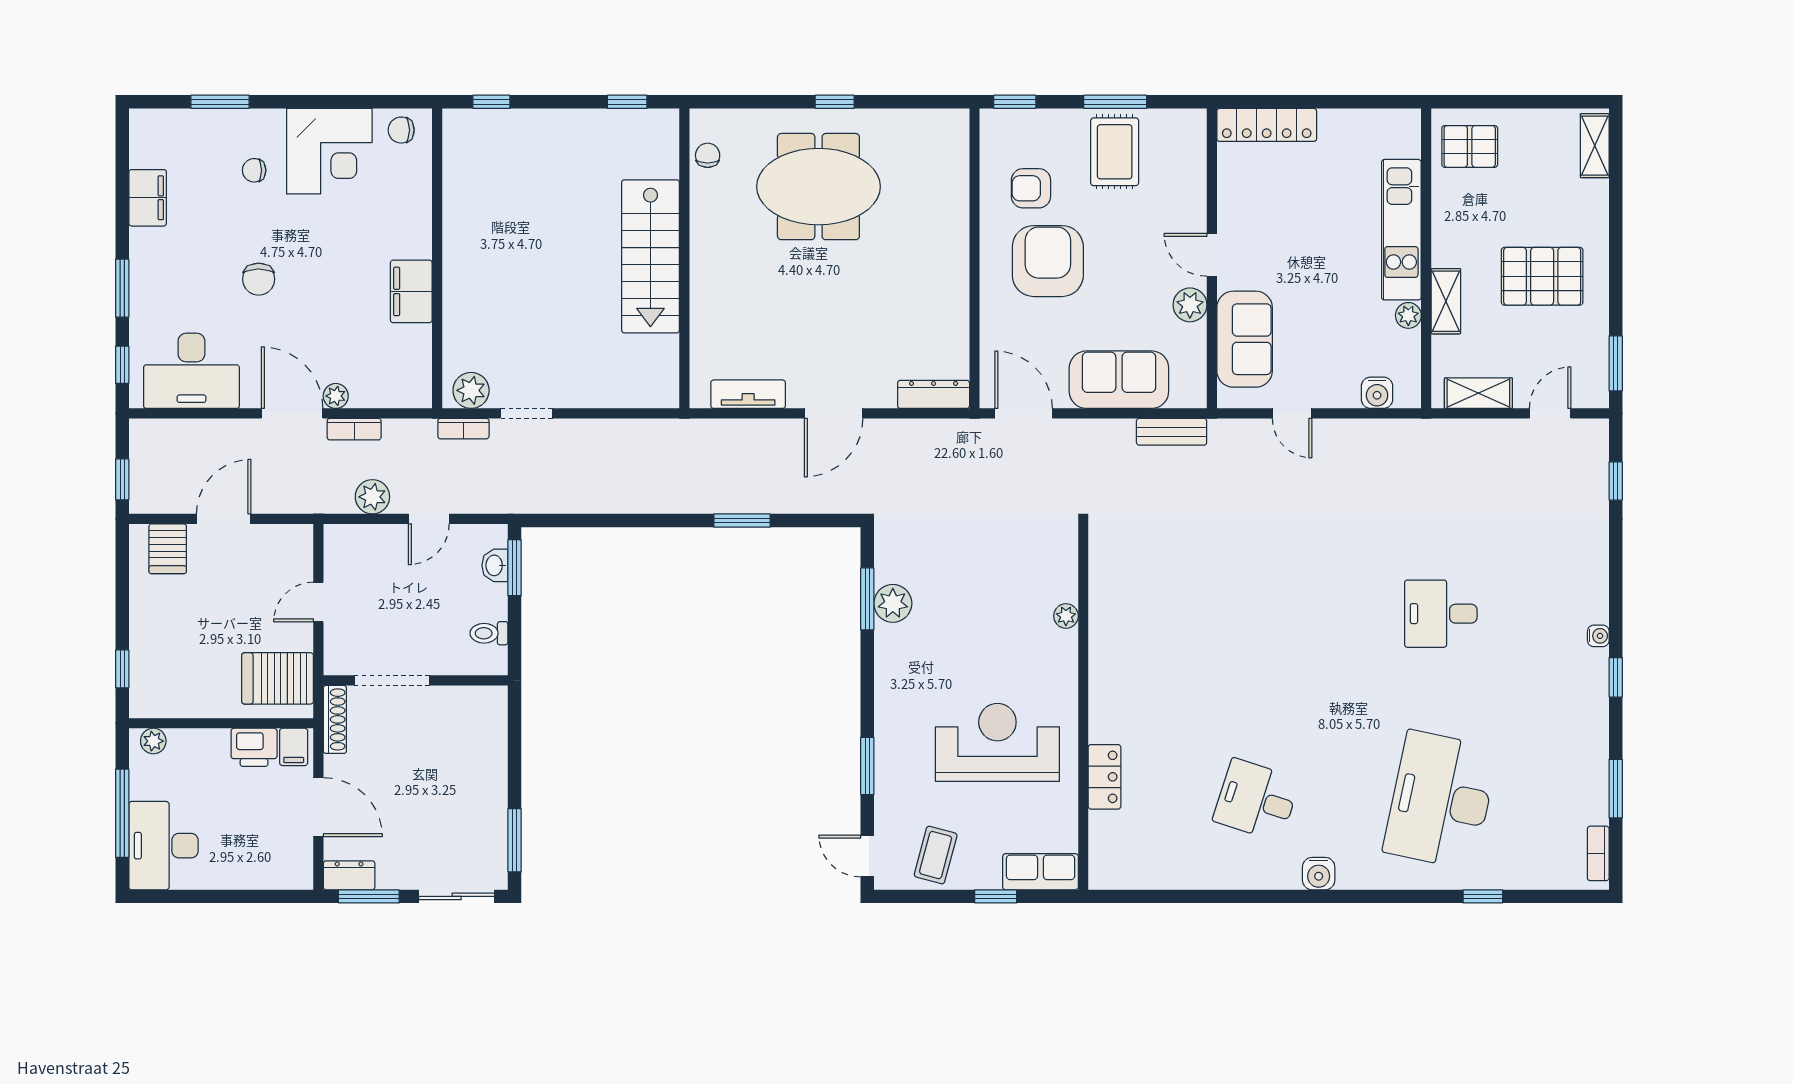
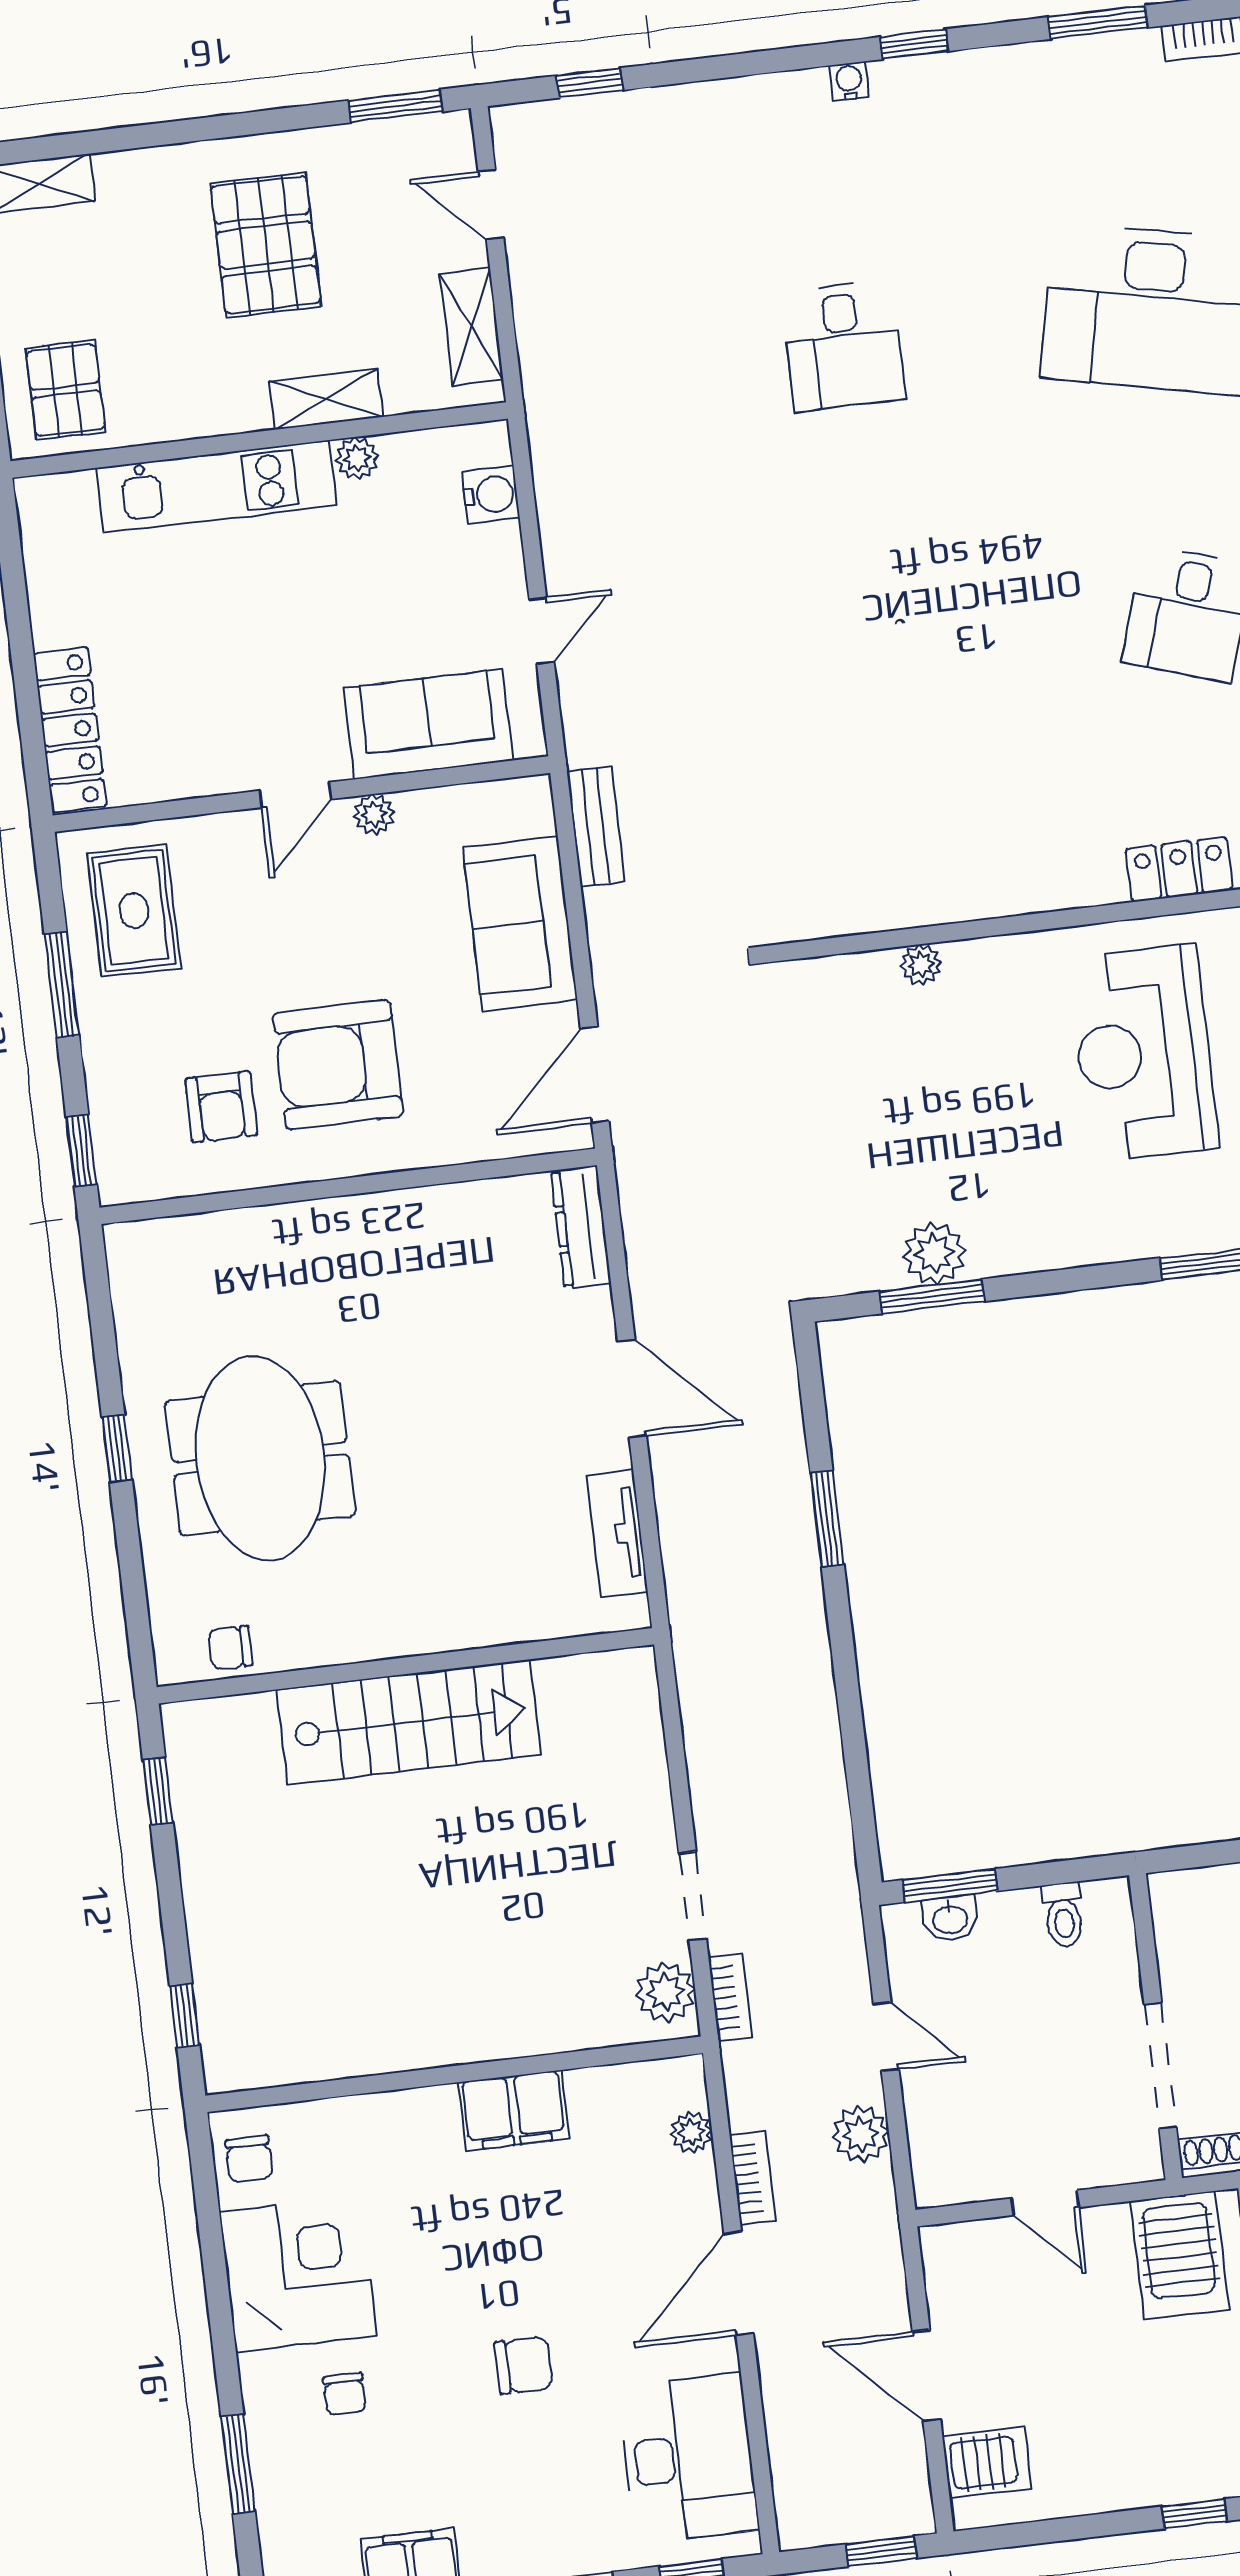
rug: (1115, 152) -> (134, 911), moved, turned 90
plant: (1190, 305) -> (374, 814), width x0.73, depth x0.73
plant: (336, 396) -> (691, 2132), moved

